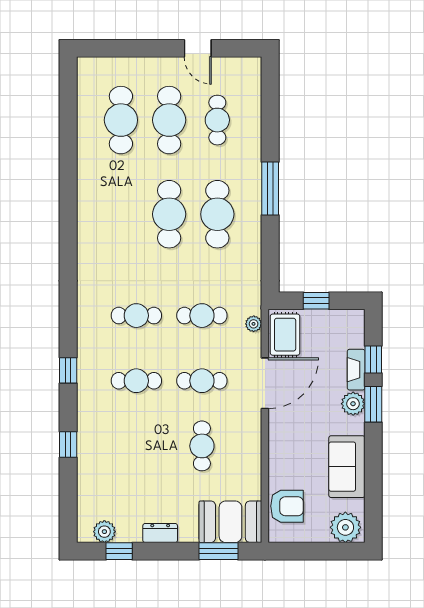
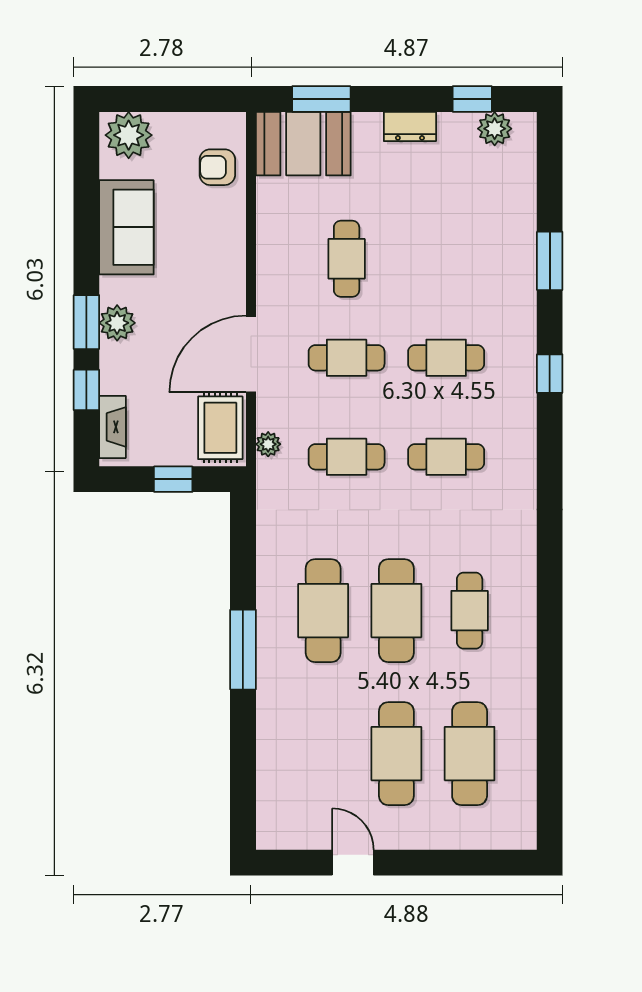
cafe table: (217, 120) -> (470, 611), moved
fireplace: (356, 370) -> (113, 427), moved
window: (68, 445) -> (550, 261), width x1.50
armchair: (287, 506) -> (217, 167), width x0.72, depth x0.72

